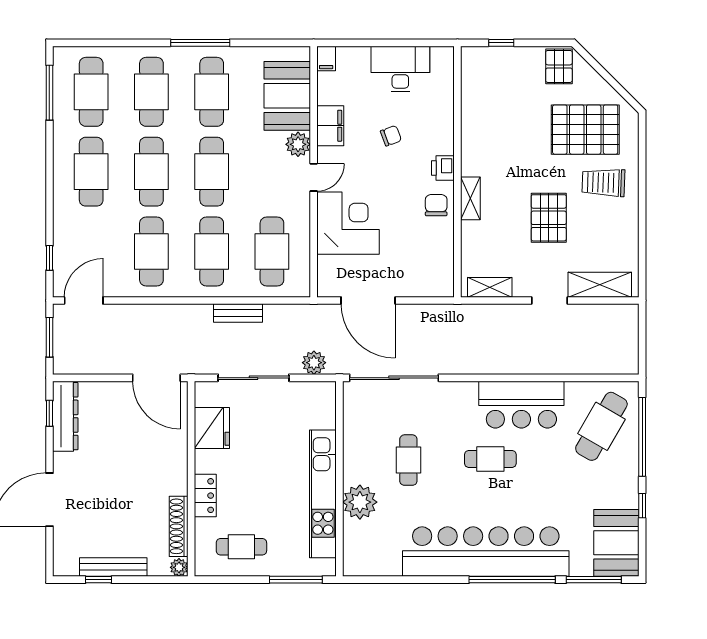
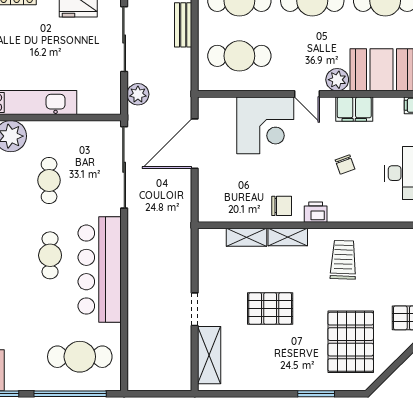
window: (642, 167) -> (316, 394), added
trolley: (603, 183) -> (343, 260), moved
shelving: (490, 287) -> (246, 237), moved, turned 90
bar counter: (521, 405) -> (100, 270), width x1.36
cafe table: (601, 426) -> (80, 357), turned -30
cafe table: (408, 460) -> (49, 180), turned 90

